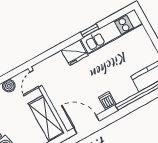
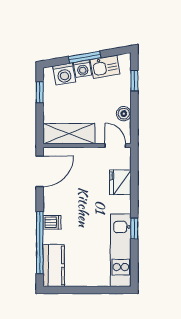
fridge: (75, 53) -> (120, 182), moved
dishwasher: (107, 101) -> (52, 222), moved

